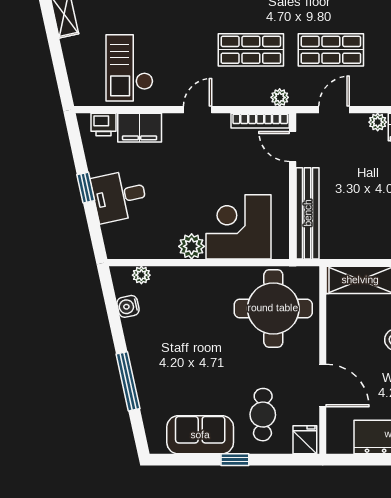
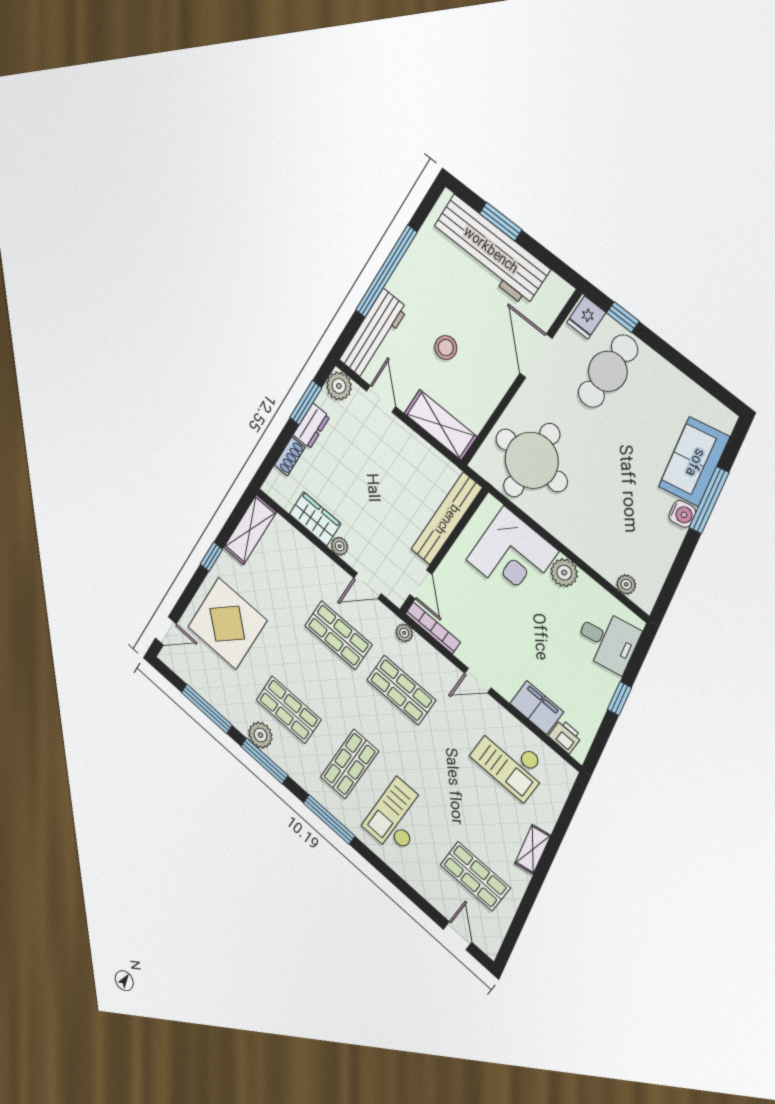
checkout: (129, 68) -> (510, 762), turned 90
desk: (119, 196) -> (607, 640), moved
water cooler: (128, 306) -> (682, 514), moved
cafe table: (263, 415) -> (608, 371), width x1.37, depth x1.35
sofa: (200, 435) -> (694, 462), moved, turned 78
window: (235, 460) -> (623, 317), moved

